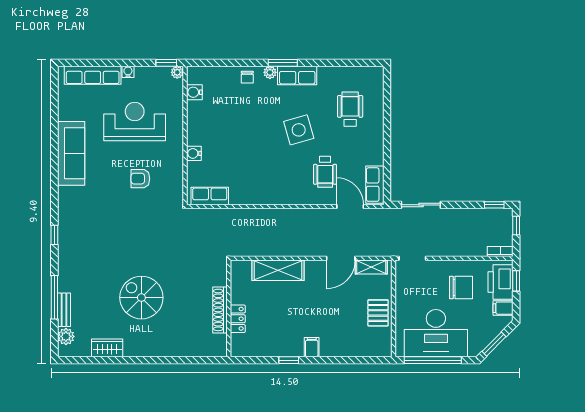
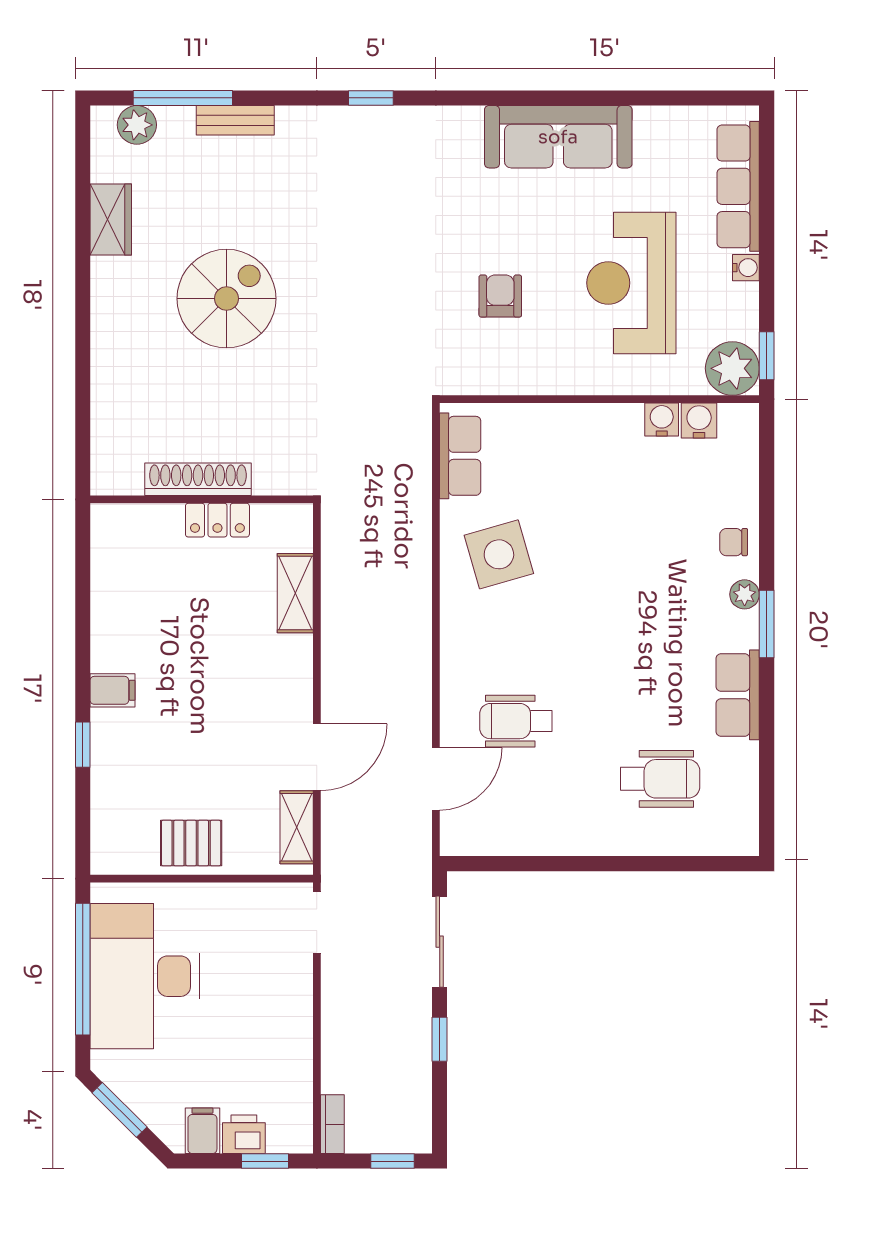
plant: (177, 72) -> (732, 368), width x1.88, depth x1.88
row of seats: (297, 75) -> (738, 695), moved
reception desk: (135, 122) -> (631, 283), turned 180
side table: (299, 130) -> (499, 554), moved
water cooler: (194, 153) -> (662, 419), moved
row of seats: (375, 185) -> (486, 836), removed
window: (494, 205) -> (440, 1039), moved
door: (341, 258) -> (317, 757), swing flipped
shelving: (278, 270) -> (295, 593), width x0.67, depth x0.75
printer: (501, 282) -> (244, 1134), width x0.53, depth x0.68
chair: (461, 287) -> (250, 1034), removed
window: (54, 297) -> (183, 98), moved
bench: (64, 310) -> (235, 120), moved
locker: (238, 319) -> (217, 520), moved
window: (289, 360) -> (83, 745), moved

